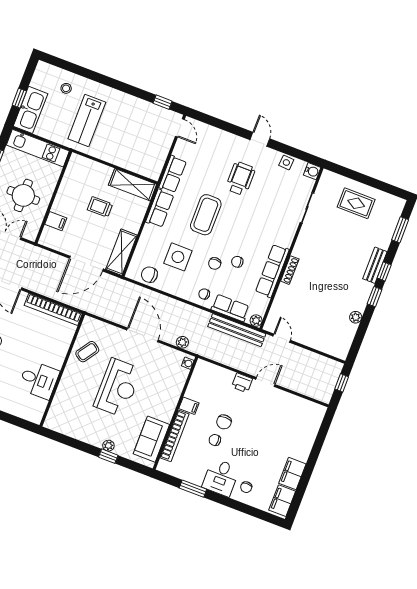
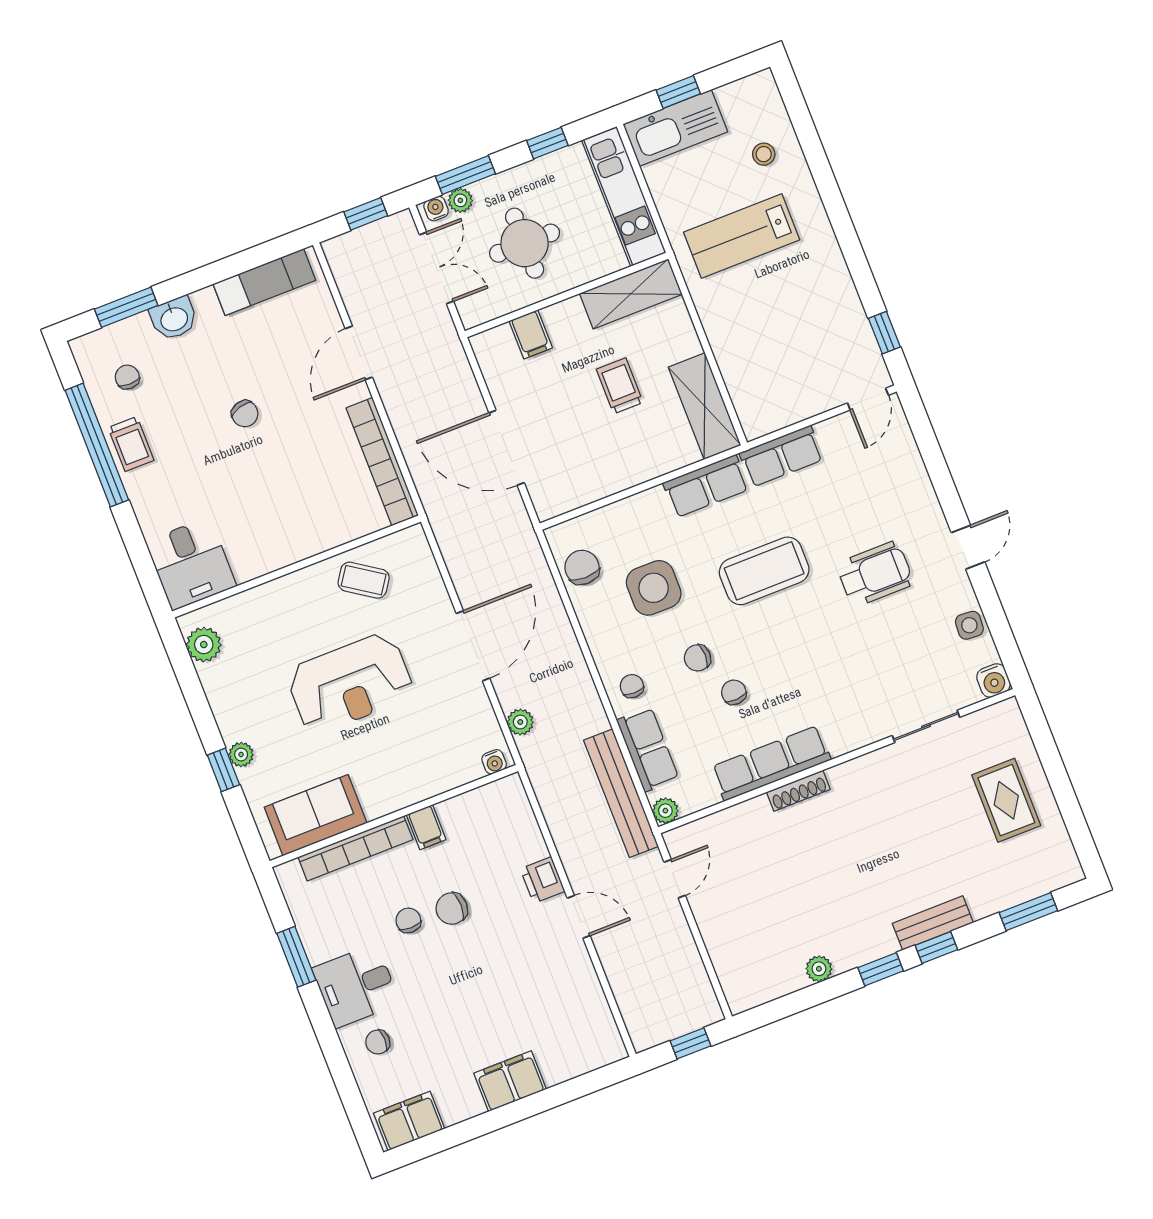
shelving: (121, 252) -> (631, 294), moved
desk: (39, 380) -> (191, 564), moved
plant: (60, 425) -> (204, 645), added
filing cabinet: (292, 474) -> (510, 1081), moved

